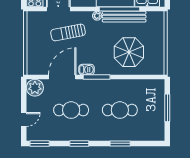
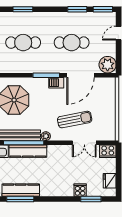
window: (79, 143) -> (77, 9), moved

